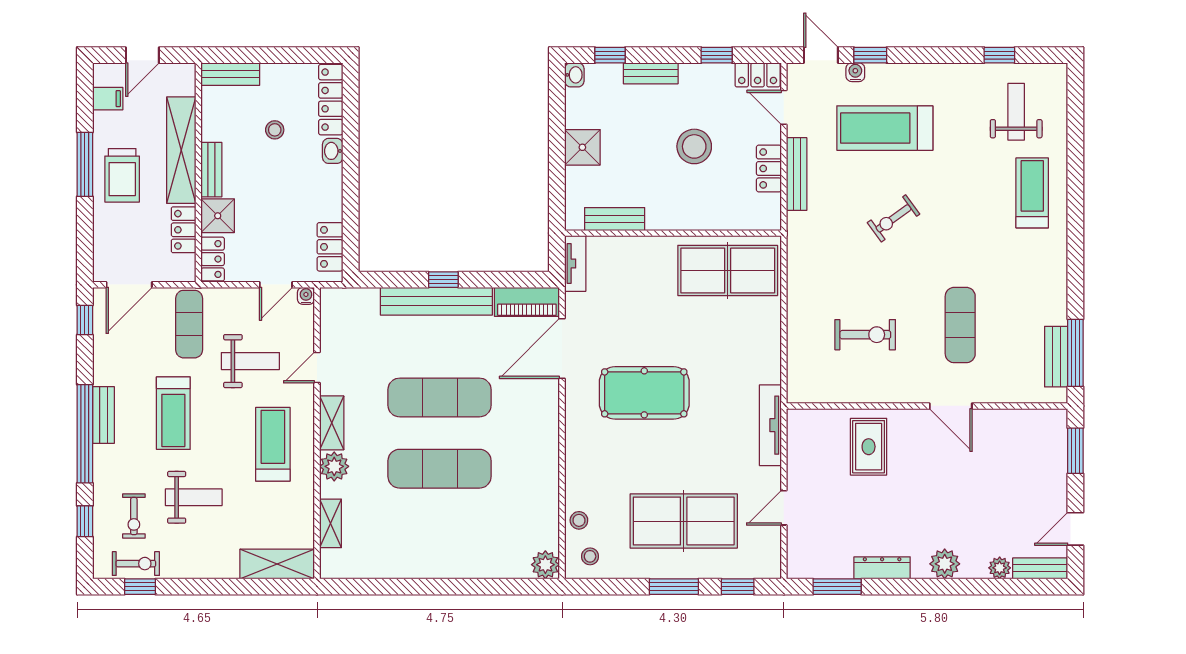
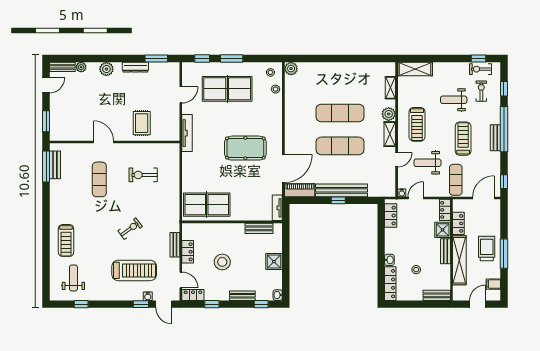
weight bench: (1016, 112) -> (73, 278), turned 180
bench: (797, 174) -> (175, 245), width x0.73

